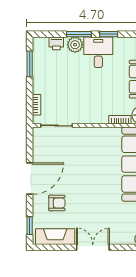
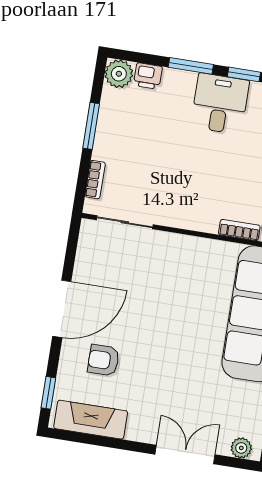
plant: (75, 45) -> (119, 74), moved
window: (30, 64) -> (91, 126), moved
armchair: (57, 203) -> (103, 360), turned 180
double door: (93, 247) -> (185, 454), moved

